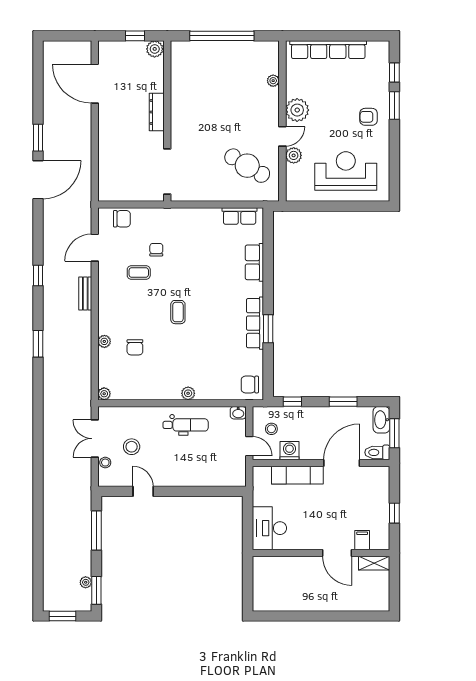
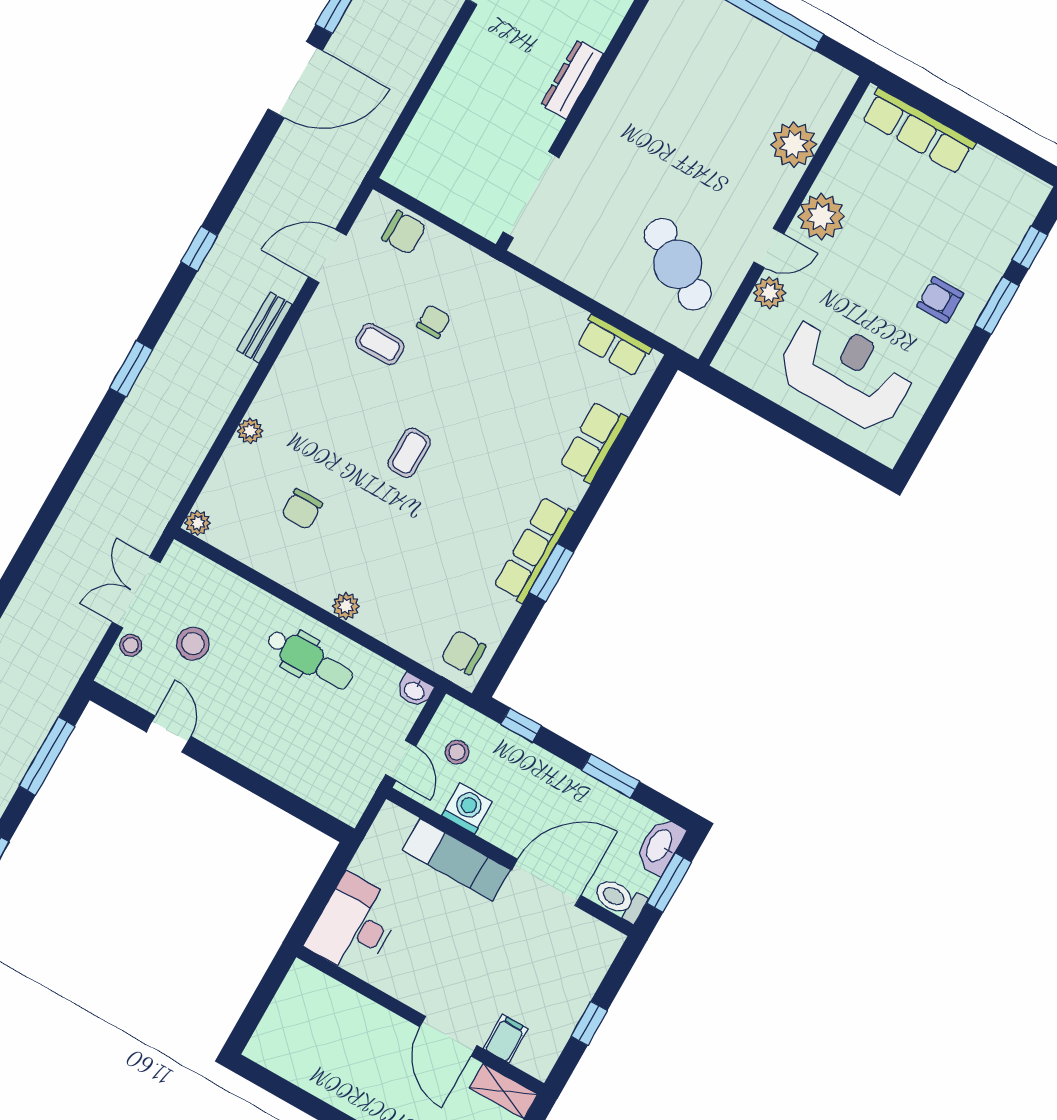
row of seats: (328, 50) -> (918, 131), width x0.73
plant: (273, 81) -> (794, 145), width x1.88, depth x1.88
chair: (135, 347) -> (302, 509), moved

